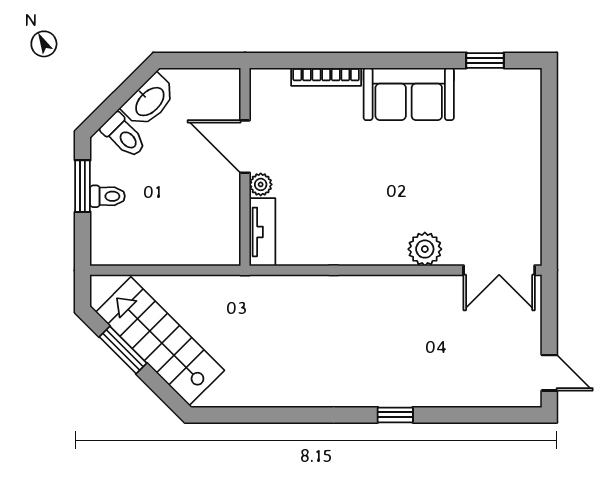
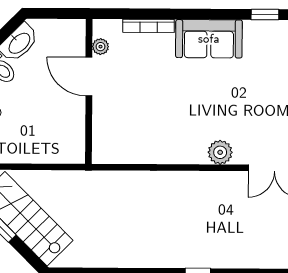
plant: (261, 184) -> (101, 47), moved
tv unit: (262, 232) -> (101, 139), removed

